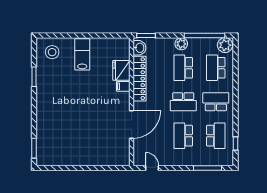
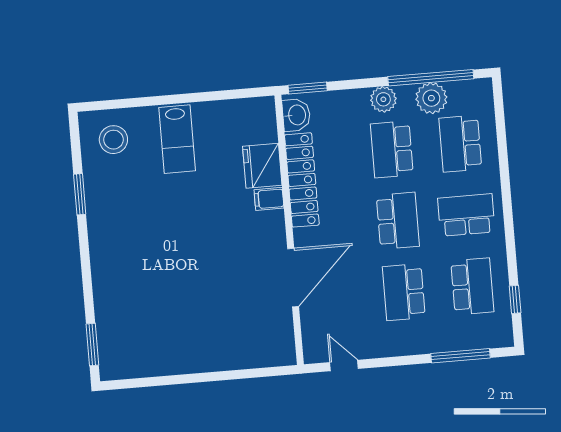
plant: (225, 45) -> (431, 98), moved
lab bench: (82, 54) -> (177, 139), turned 180
school desk: (183, 102) -> (398, 221), turned -90

